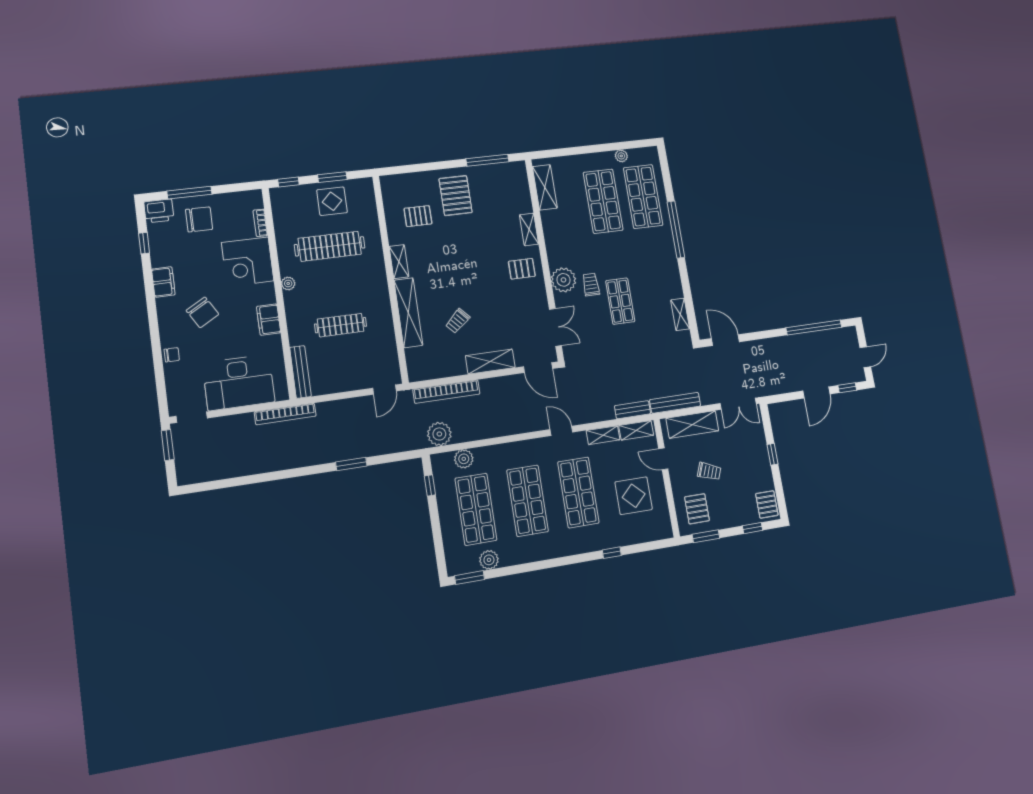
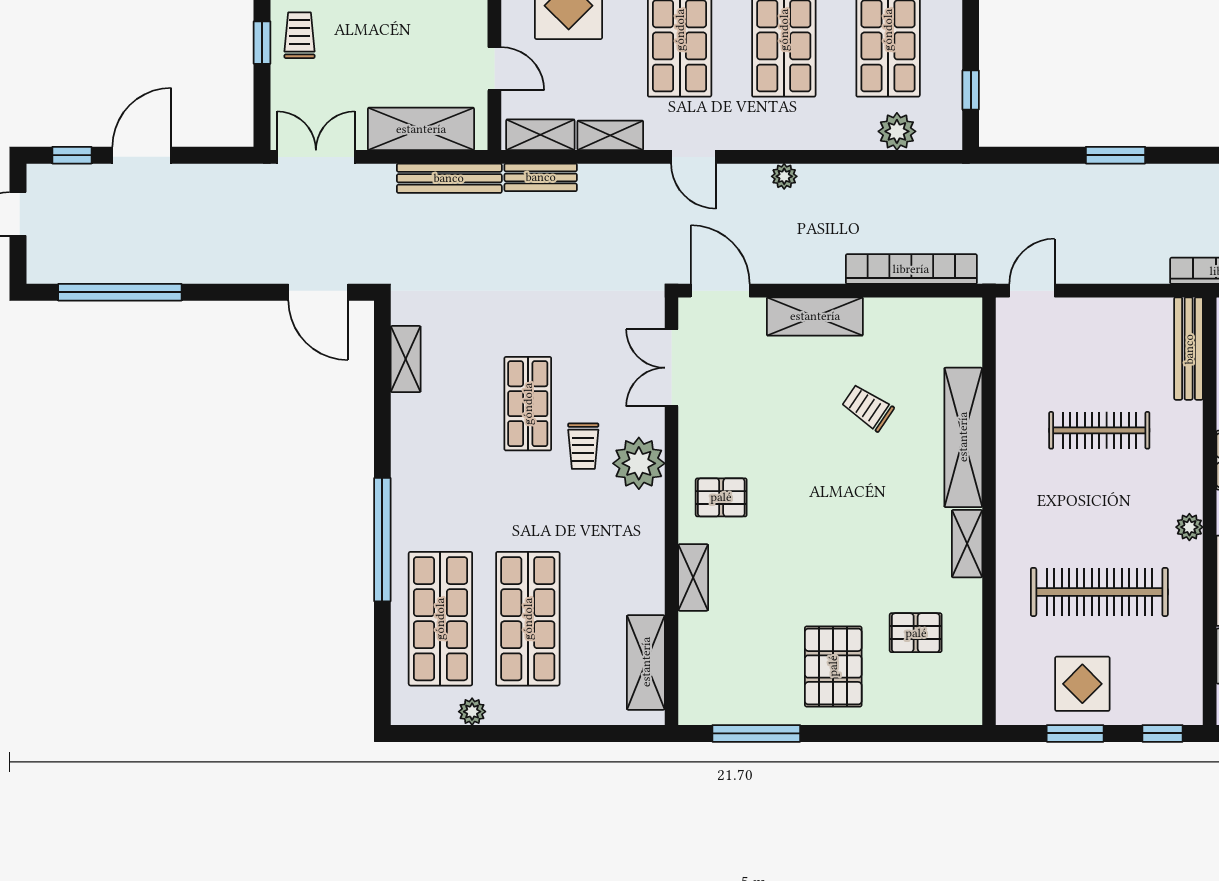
trolley: (458, 321) -> (868, 408), turned -104
plant: (439, 434) -> (784, 176), moved, width x0.53, depth x0.53
trolley: (709, 471) -> (300, 35), moved, turned 69

